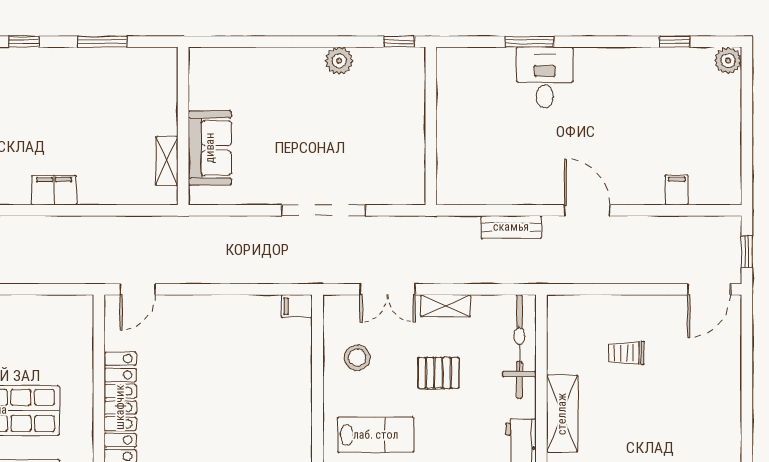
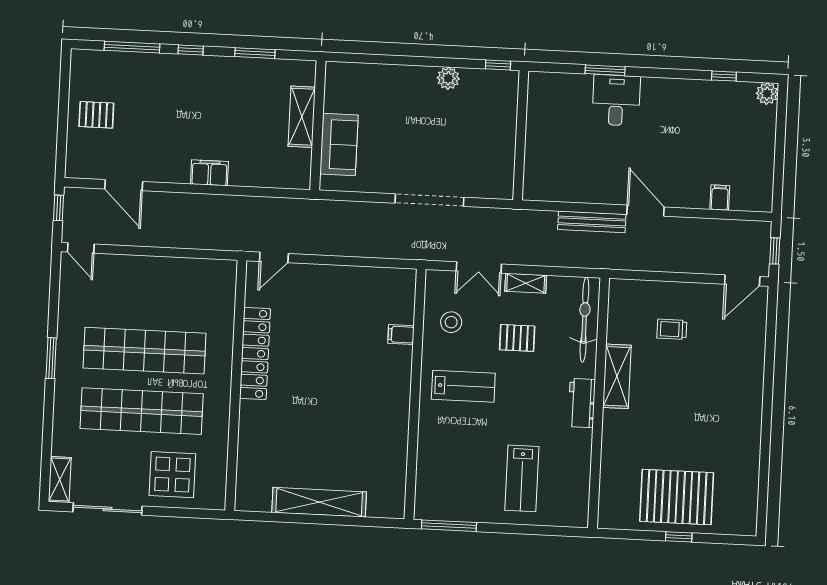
shelving: (167, 161) -> (302, 117), moved, width x1.50, depth x1.33
bench: (511, 227) -> (592, 222), width x1.36
filing cabinet: (297, 306) -> (401, 335), moved

